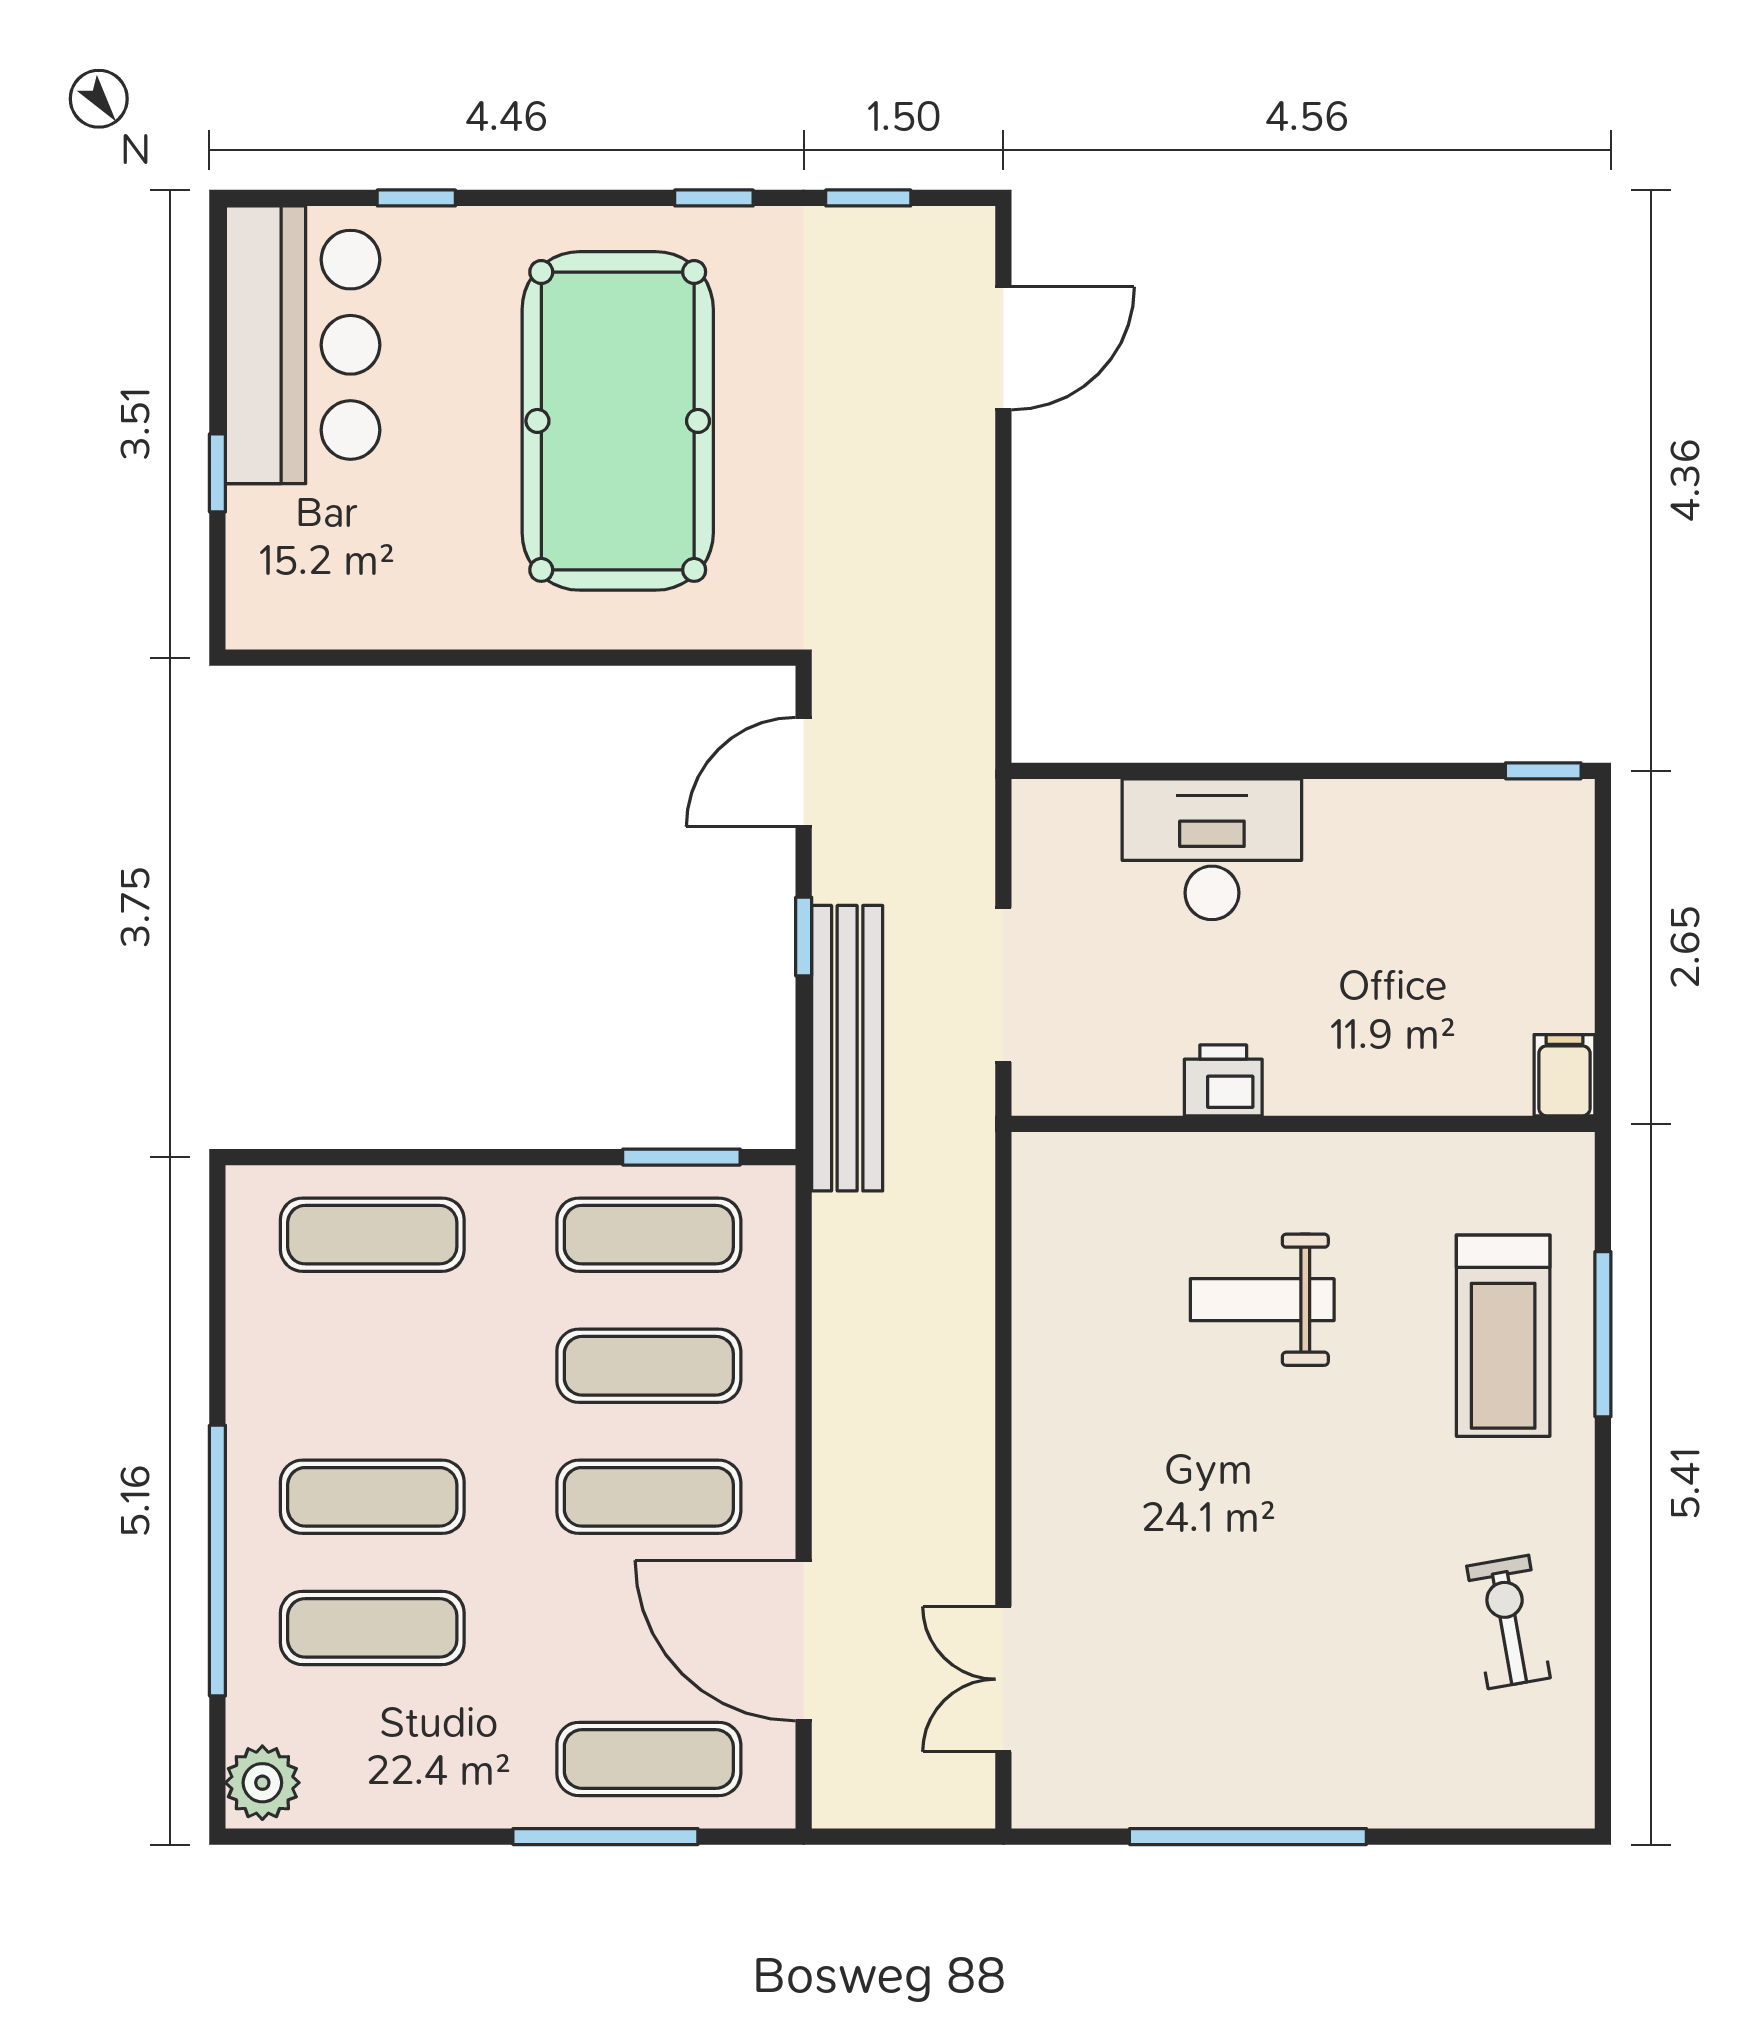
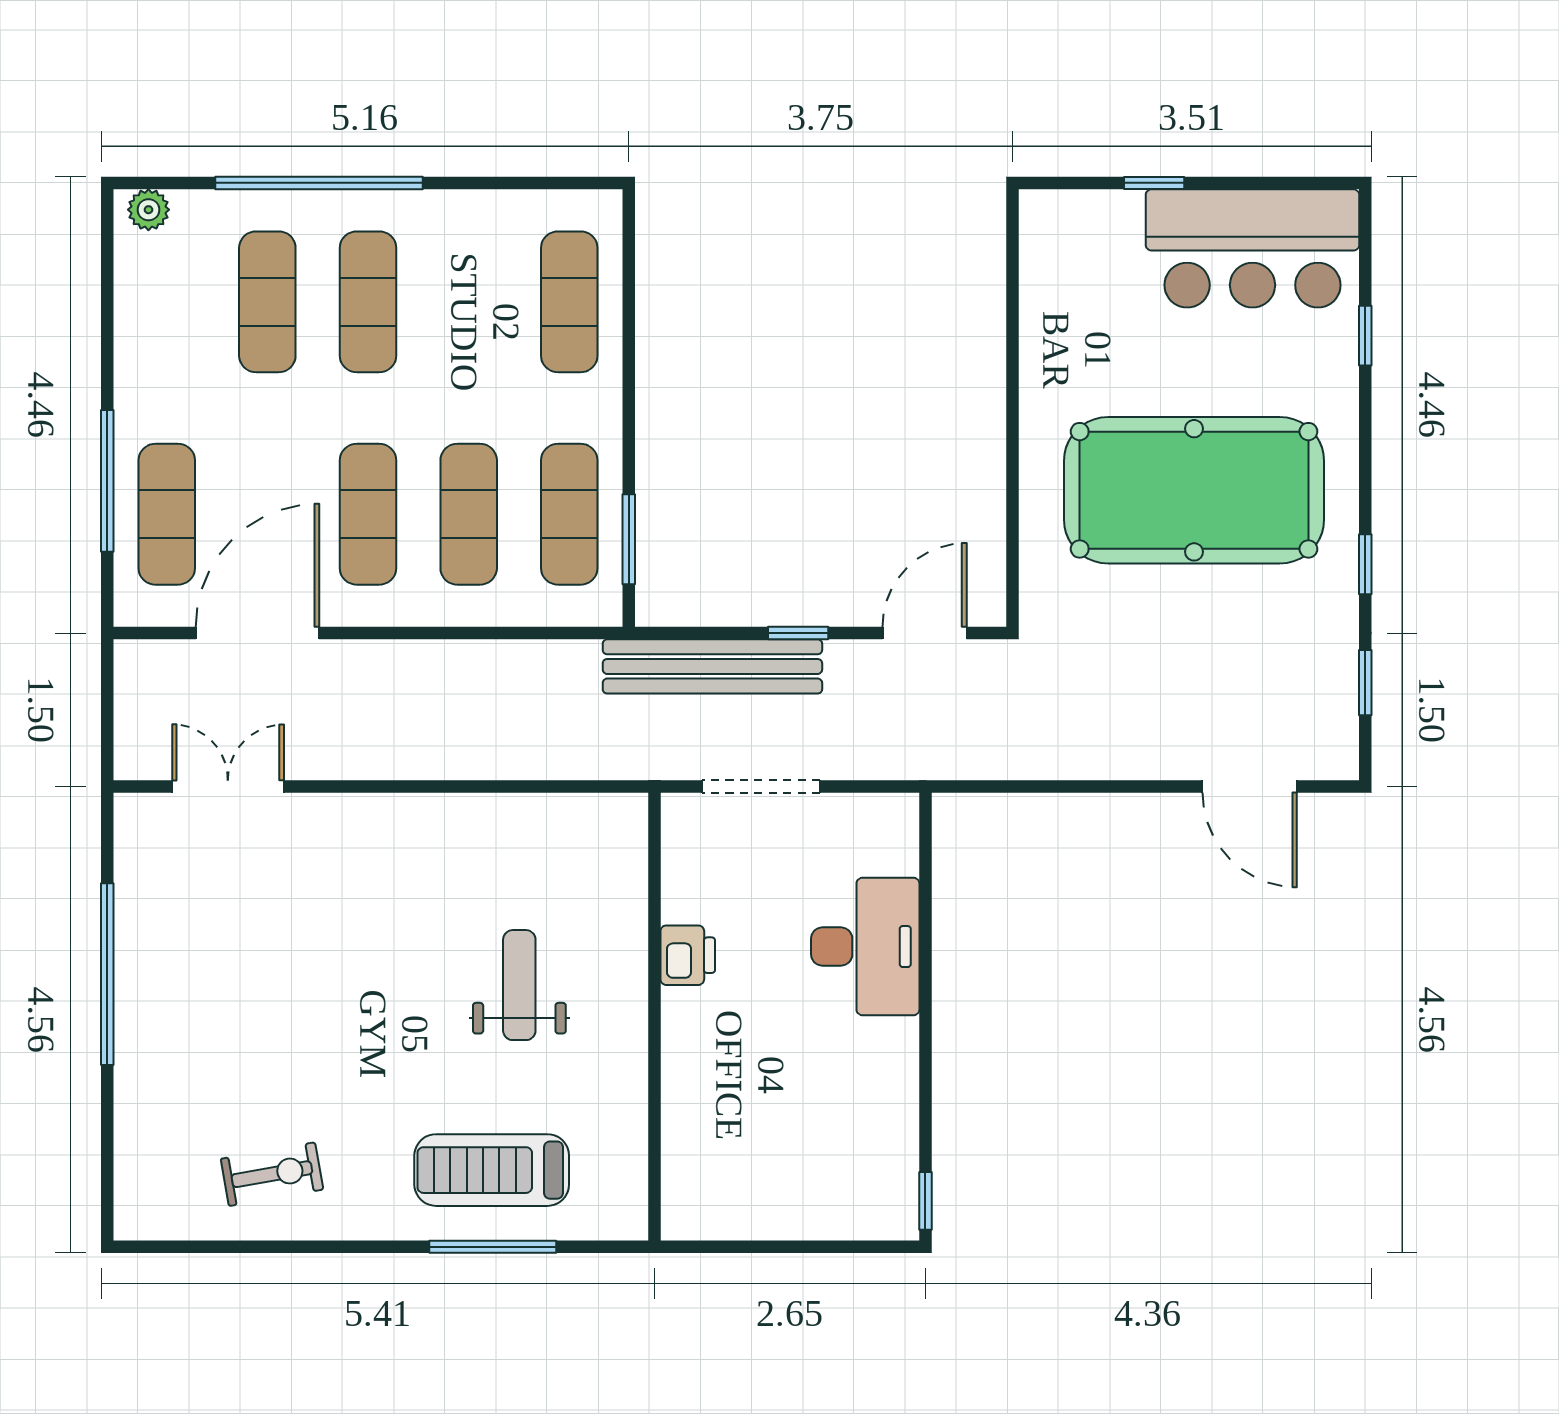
door: (804, 772) -> (925, 633), hinge flipped
filing cabinet: (1564, 1075) -> (692, 1217), removed
plant: (262, 1783) -> (148, 210), width x0.73, depth x0.73

